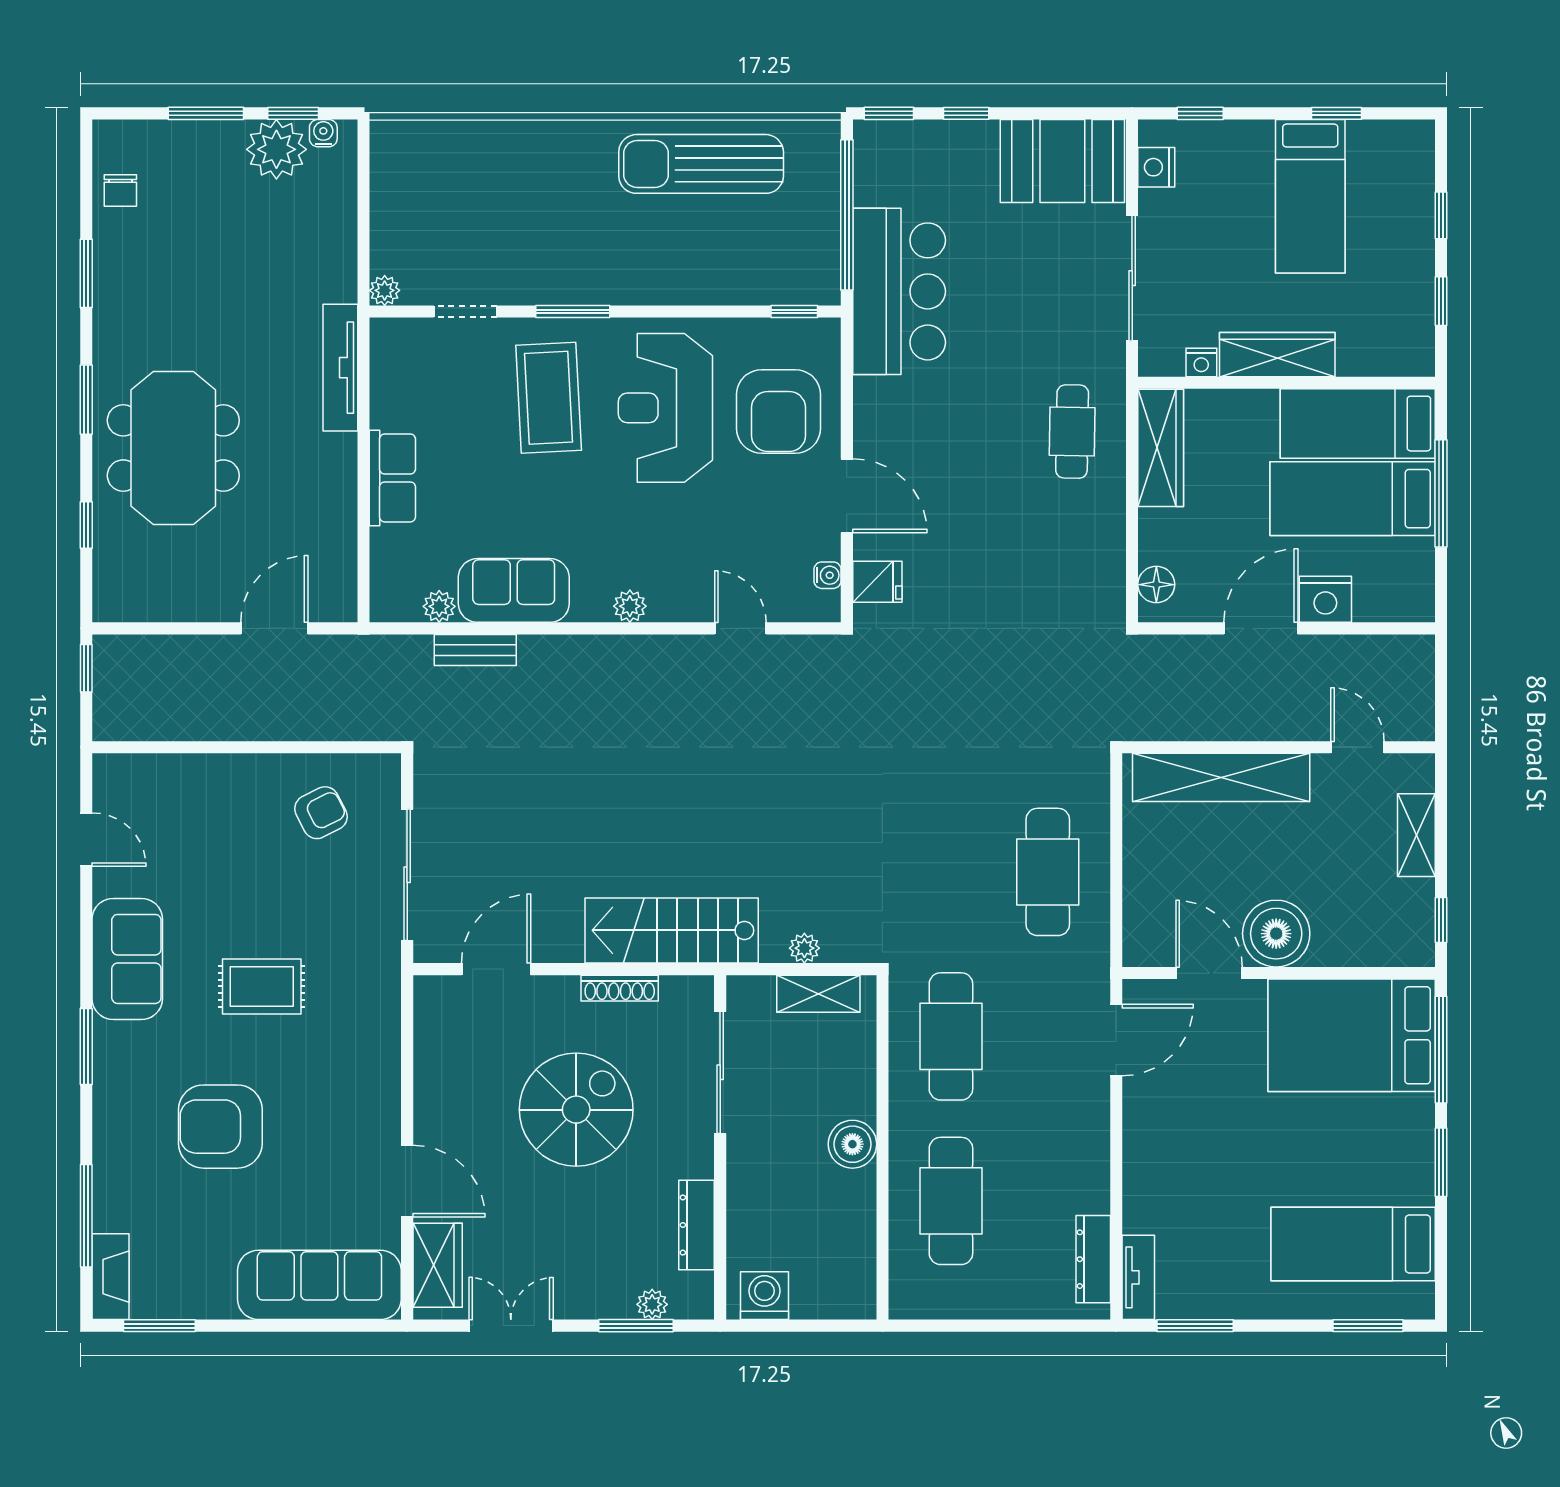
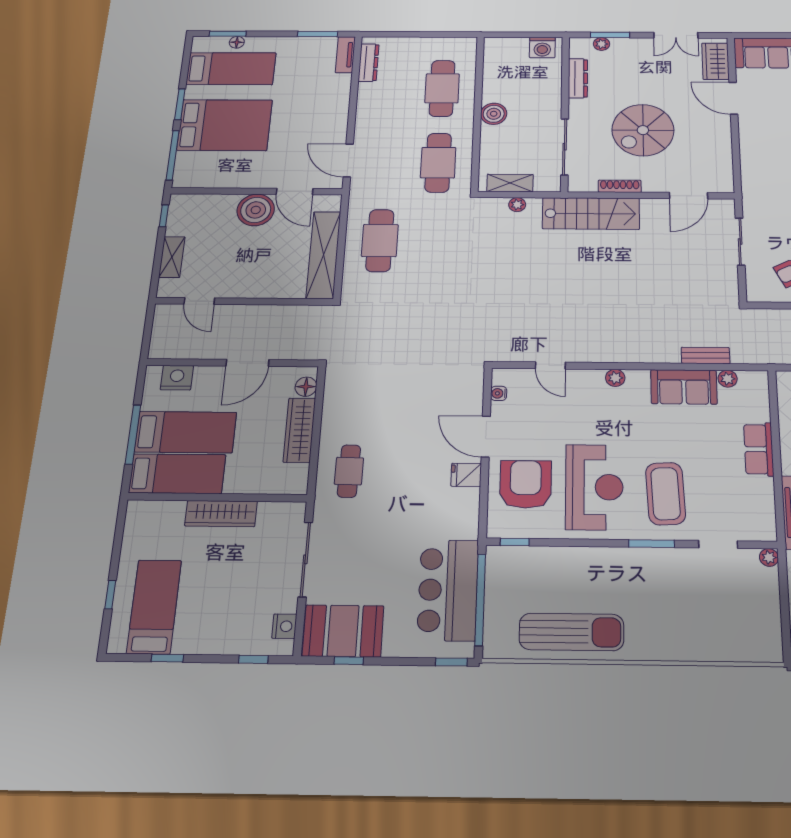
window: (966, 113) -> (349, 661), moved
bed: (1310, 196) -> (154, 607), moved
bar counter: (899, 291) -> (448, 590), moved
window: (1441, 301) -> (117, 544), removed
nightstand: (1201, 362) -> (268, 510), removed
wardrobe: (1161, 448) -> (299, 430), moved
fridge: (877, 582) -> (466, 475), moved
nightstand: (1325, 599) -> (177, 378), moved
shelving: (1221, 777) -> (323, 255), moved, turned 90
sliding door: (407, 875) -> (740, 242), width x0.73
bed: (1352, 1035) -> (225, 125), moved
door: (1116, 1040) -> (348, 160), hinge flipped
floor lamp: (1348, 1305) -> (237, 42), added

